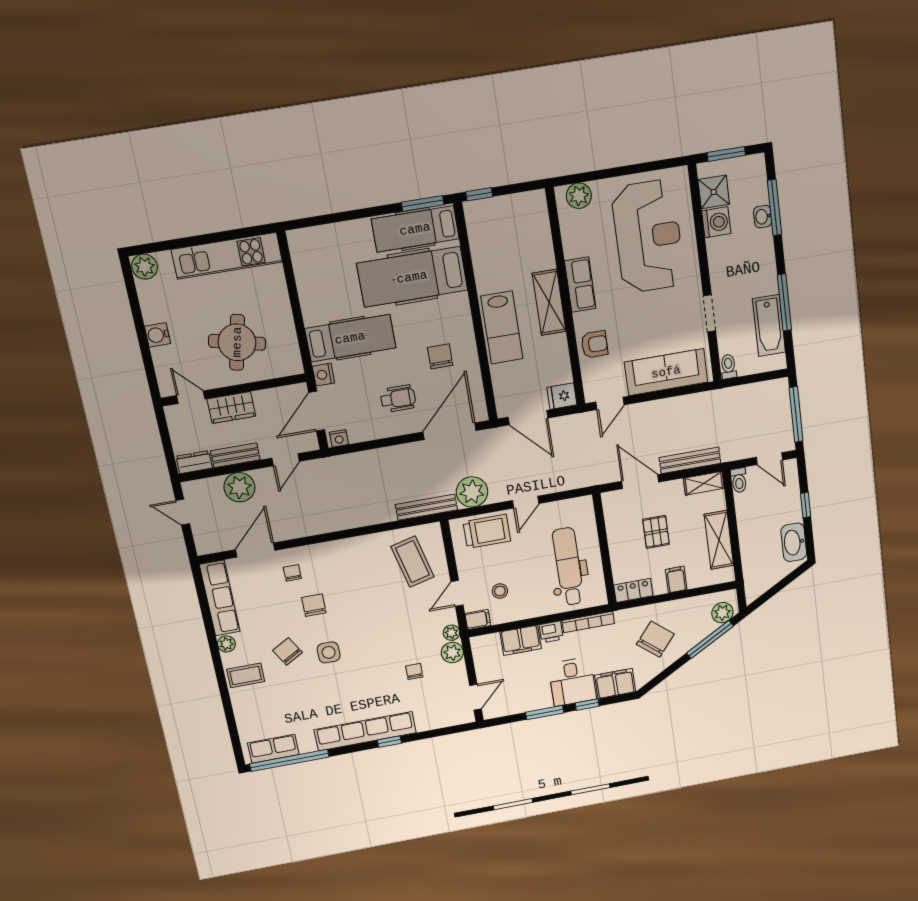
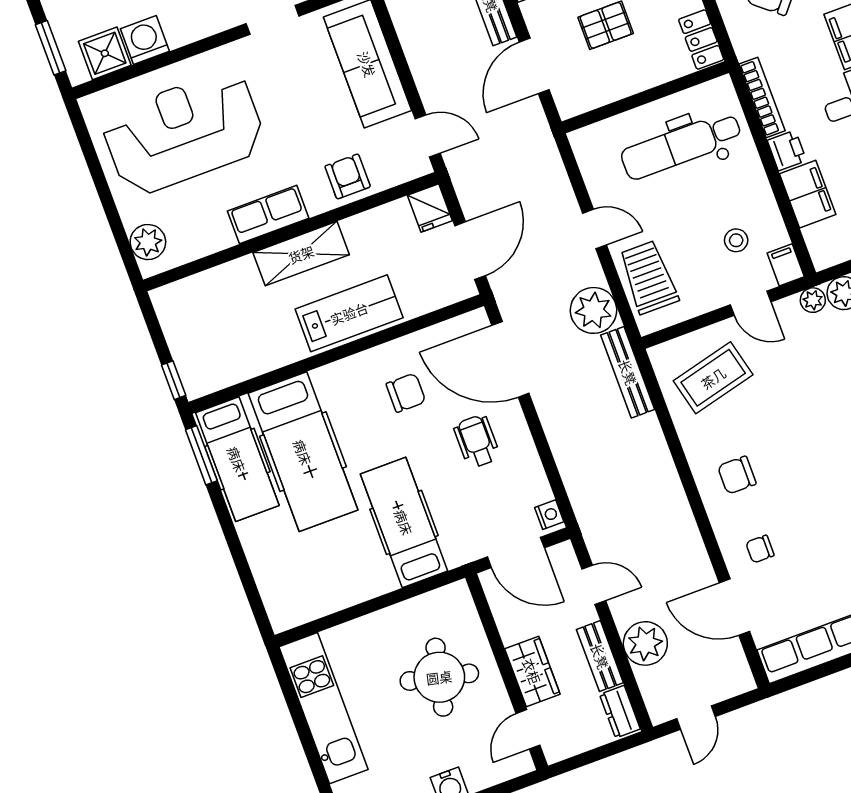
chair: (440, 356) -> (406, 393), turned 180
nightstand: (323, 375) -> (462, 551), removed
chair: (314, 605) -> (737, 475), moved

